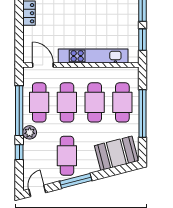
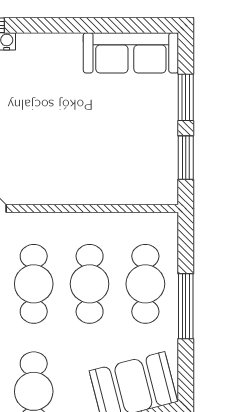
kitchen unit: (93, 56) -> (86, 190), removed
window: (142, 113) -> (186, 306), width x0.68

